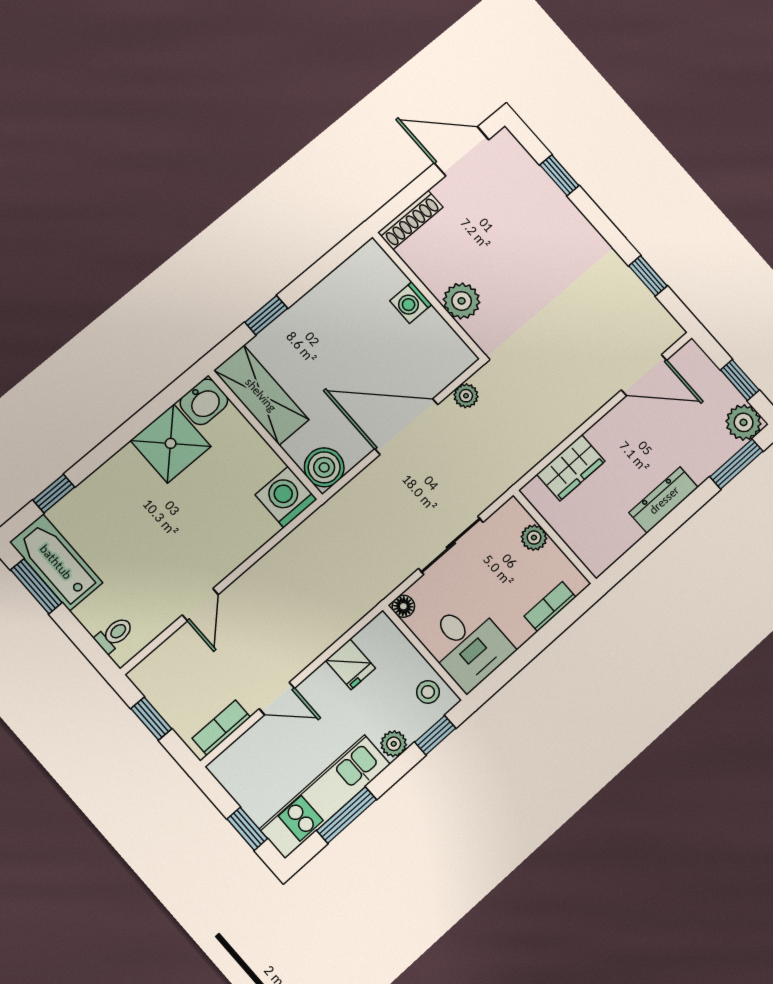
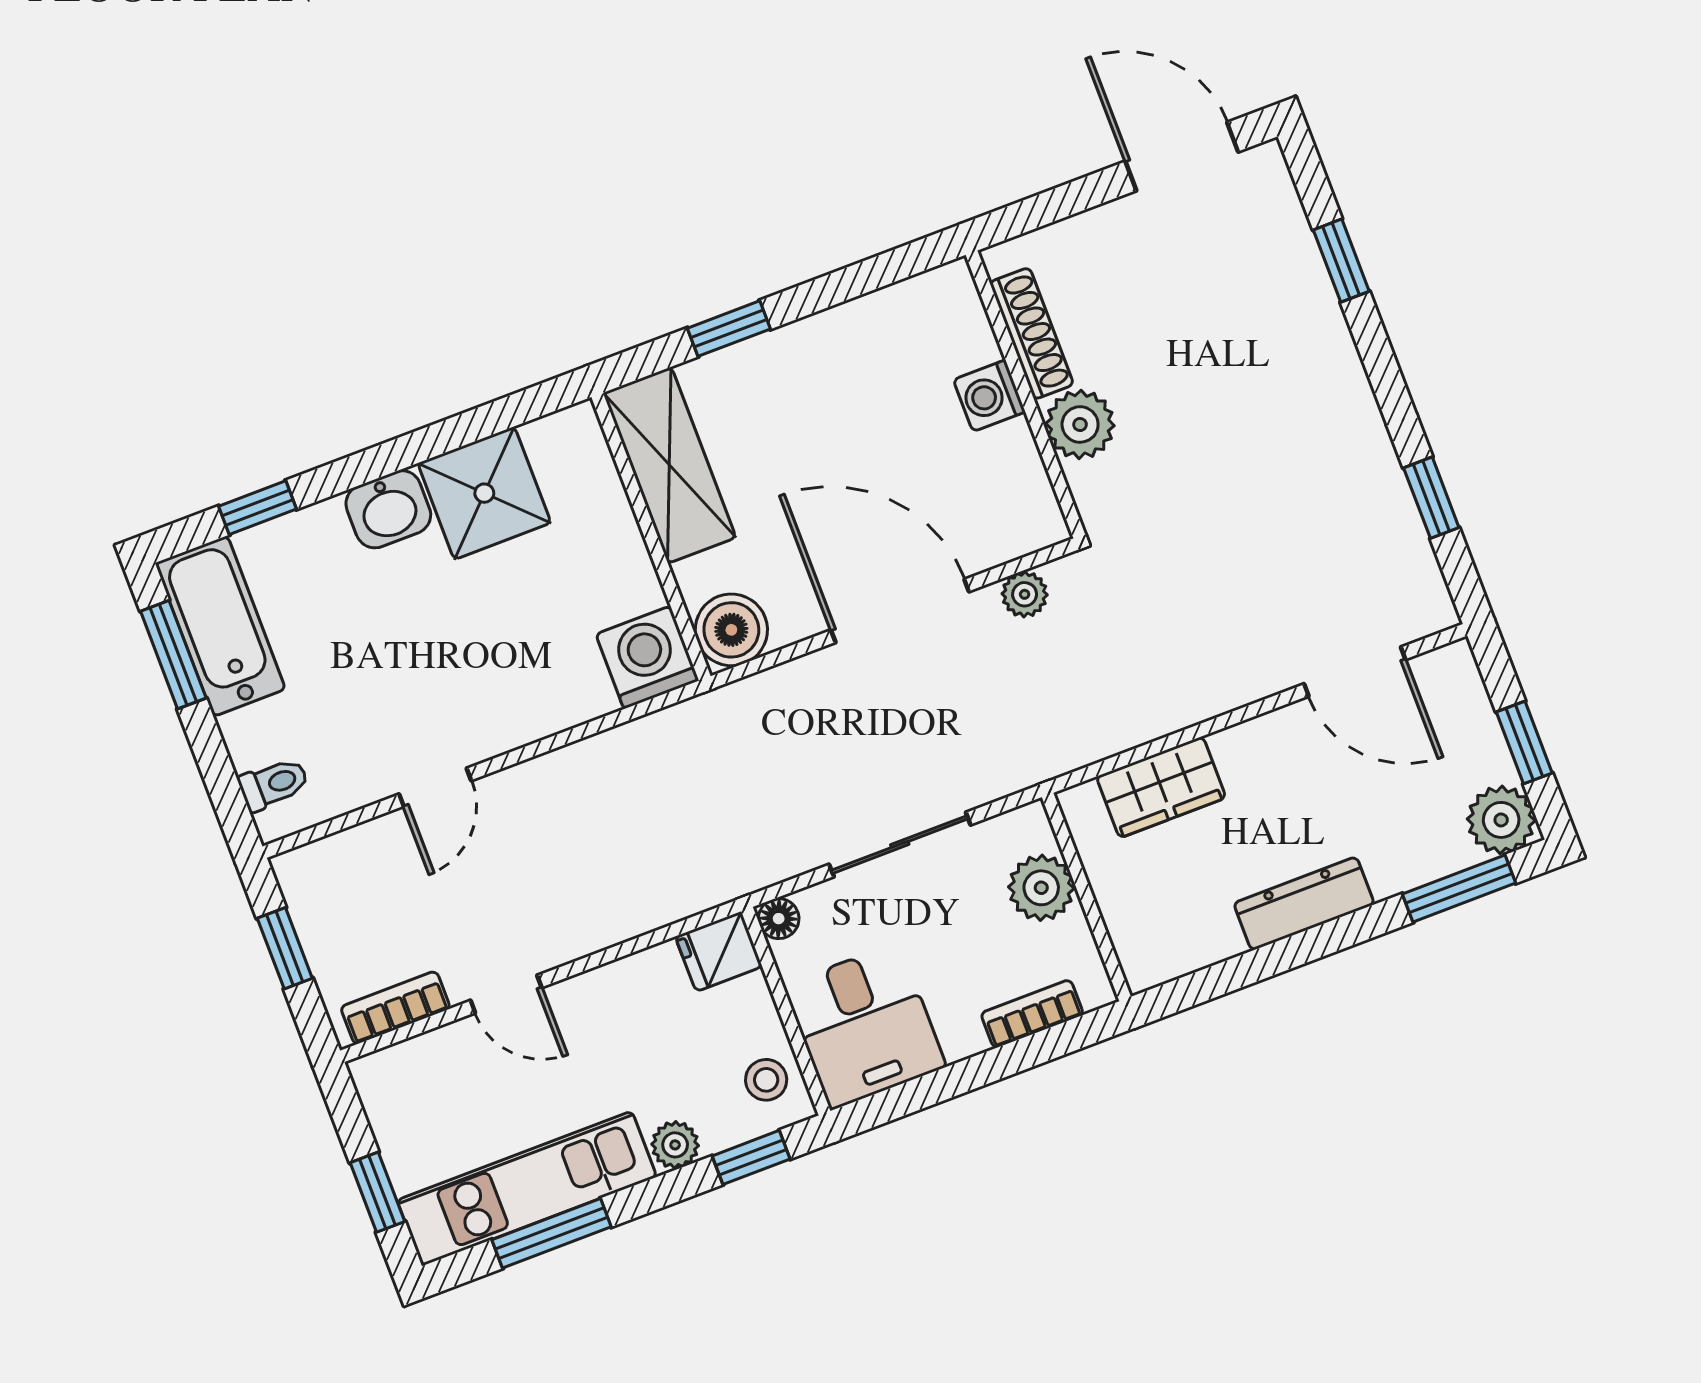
shoe rack: (410, 220) -> (1032, 333), moved, turned -90
washbasin: (204, 402) -> (388, 509), moved
plant: (534, 538) -> (1041, 888), width x1.38, depth x1.38
fridge: (350, 664) -> (719, 952), moved, turned 90

